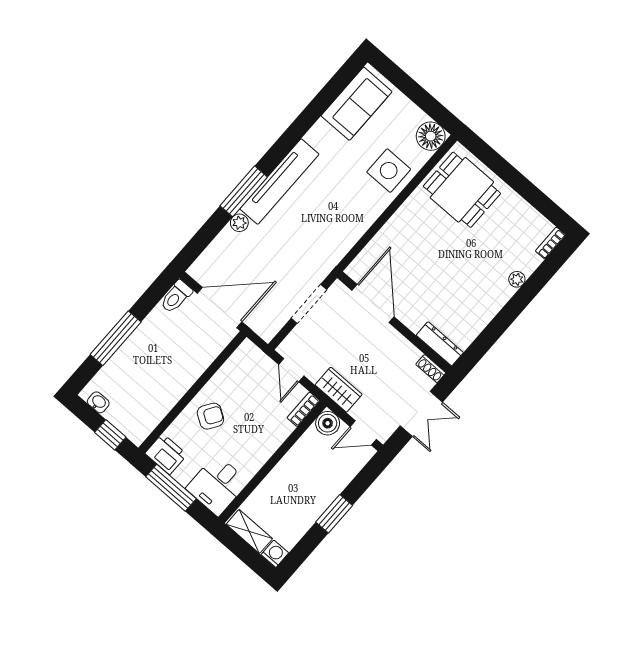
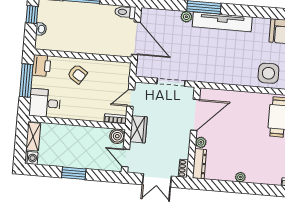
plant: (517, 279) -> (240, 177), moved
plant: (414, 322) -> (201, 142), added
washbasin: (98, 402) -> (41, 29), moved
window: (110, 435) -> (32, 15), moved

